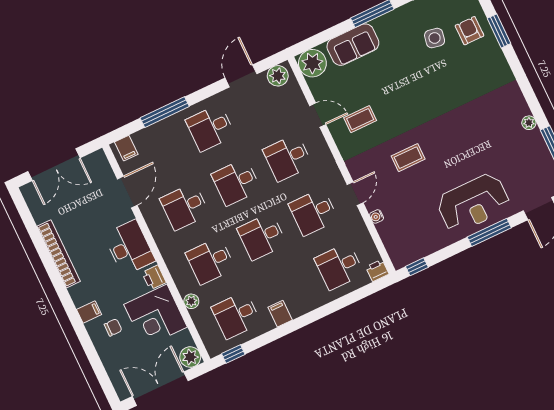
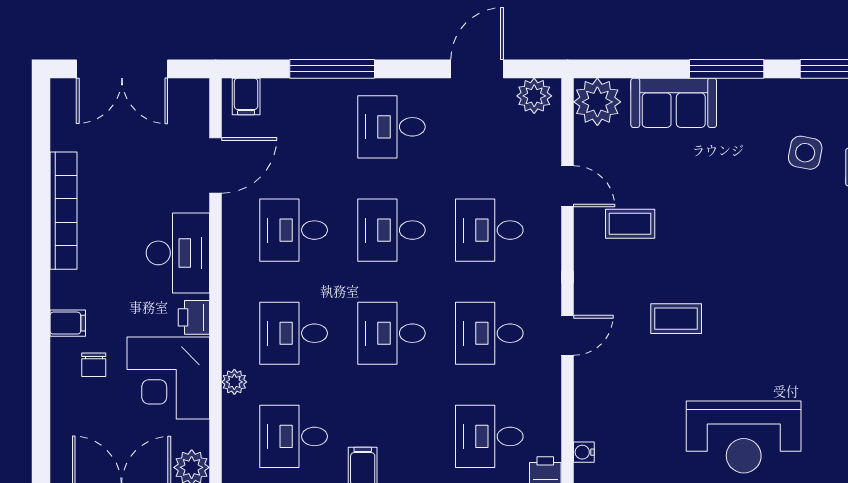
water cooler: (377, 216) -> (584, 452), moved
chair: (113, 327) -> (94, 365), turned 90

